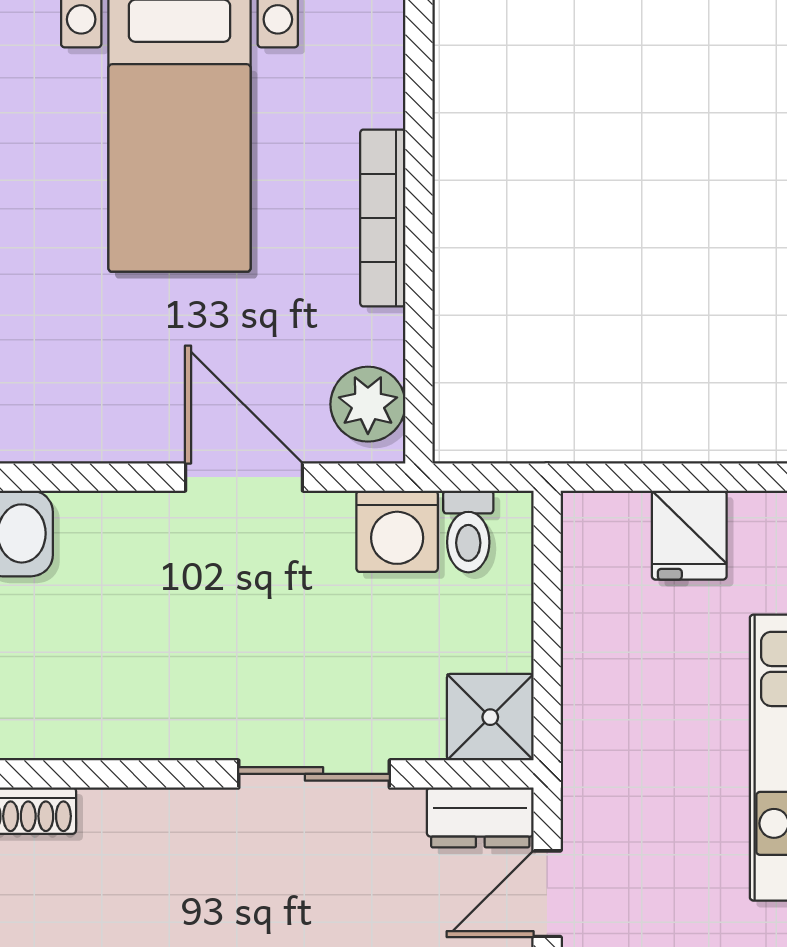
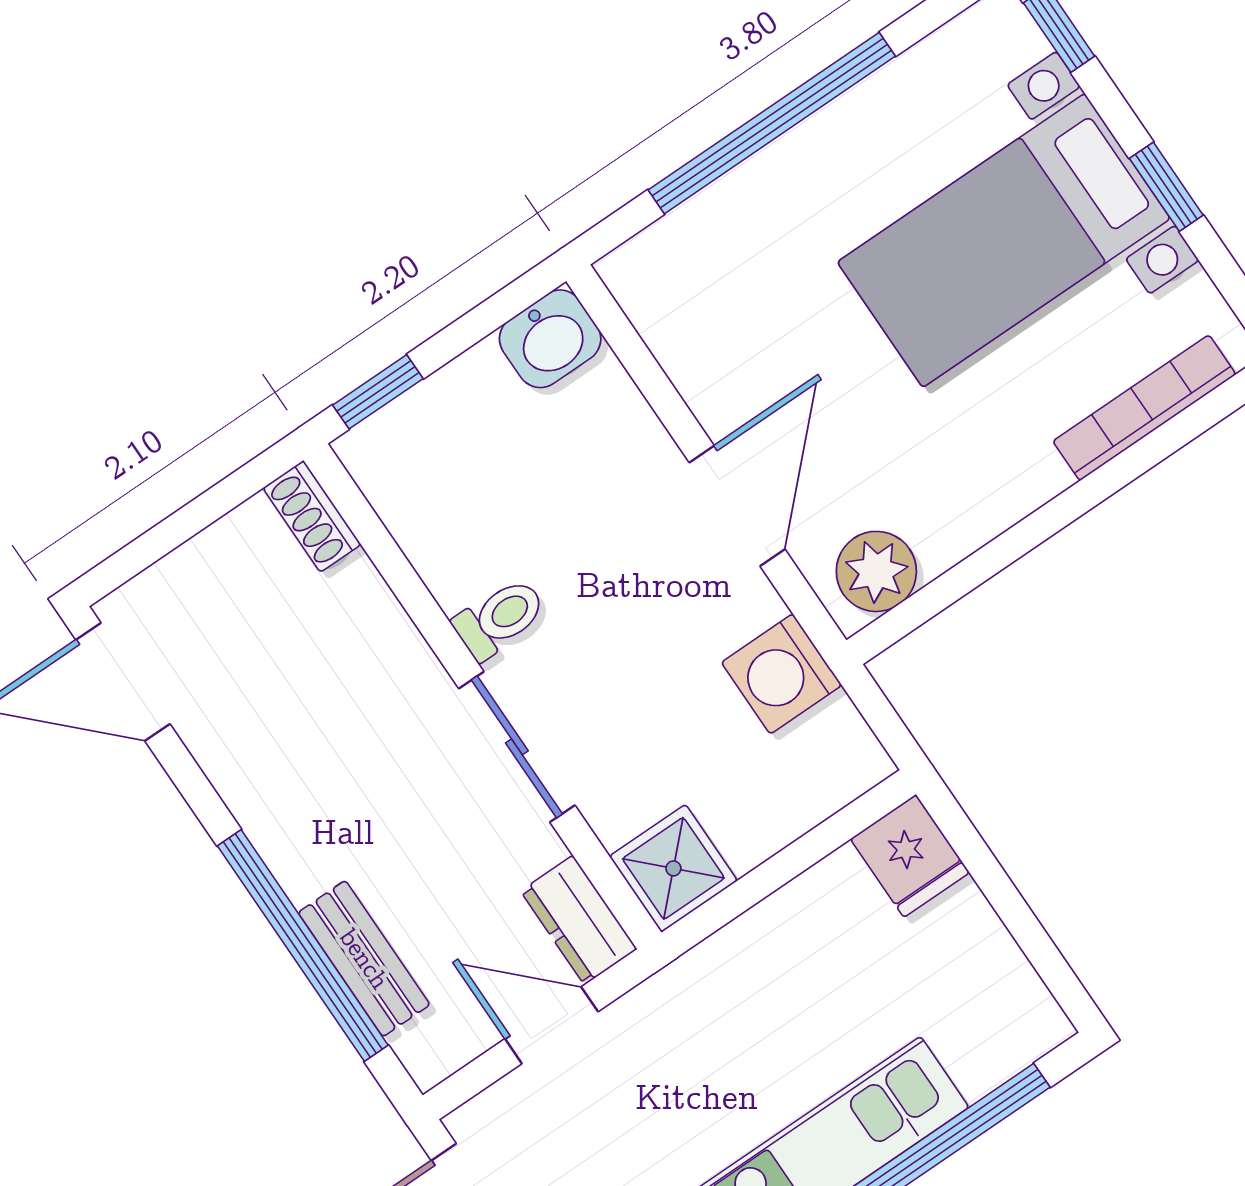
bookcase: (383, 218) -> (1144, 408), moved
toilet: (468, 531) -> (500, 618), moved, turned 180
fridge: (689, 535) -> (910, 856), moved, turned -90

